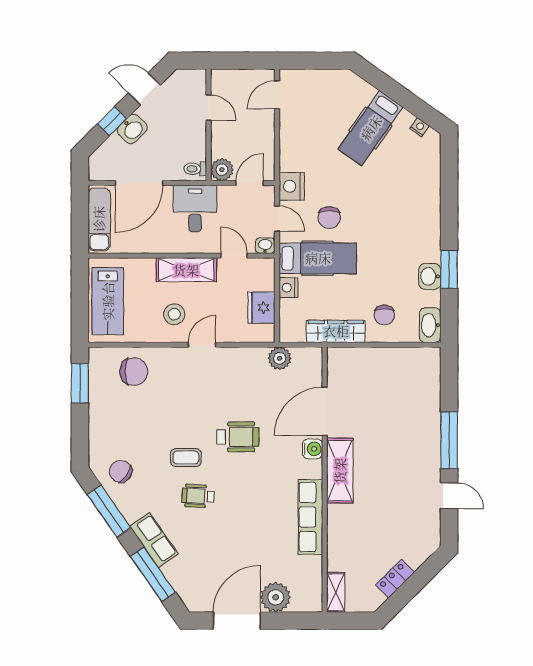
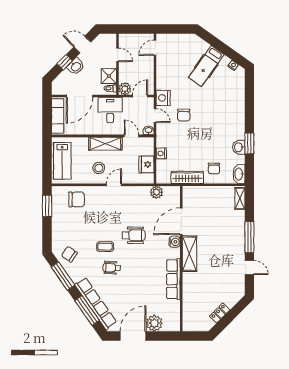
shower: (193, 147) -> (109, 76), added
hospital bed: (318, 258) -> (177, 137), removed
row of seats: (154, 540) -> (96, 303), width x2.02
shelving: (336, 592) -> (240, 198), moved

